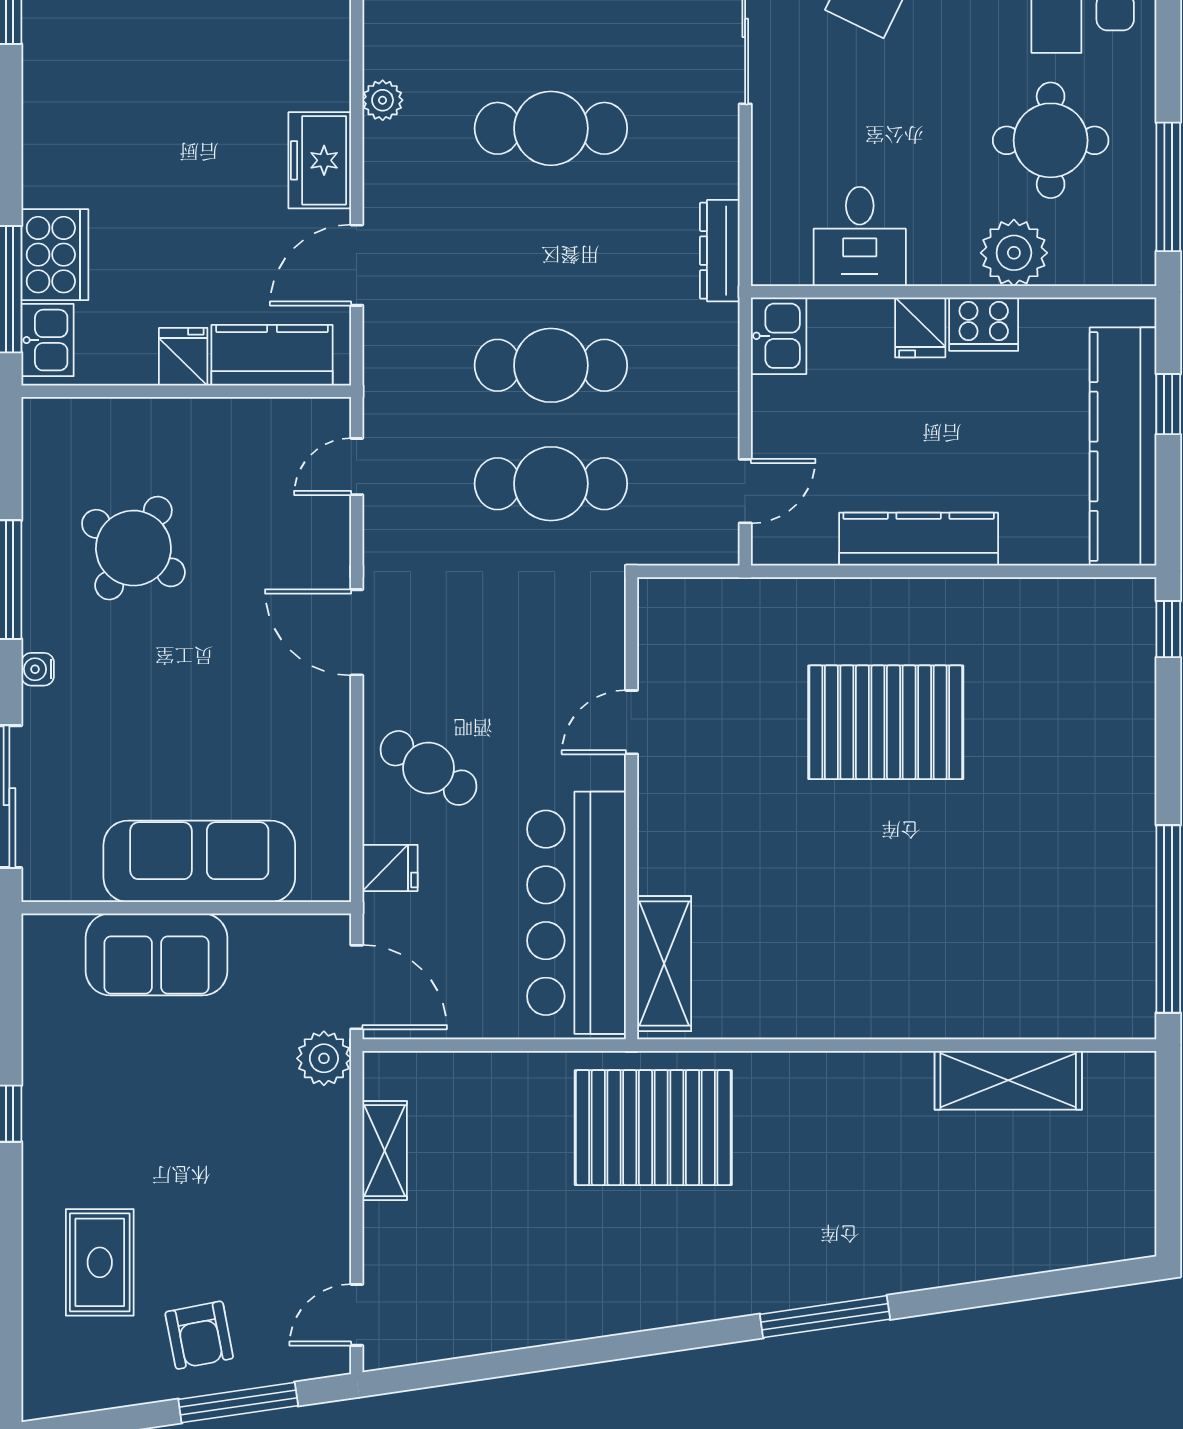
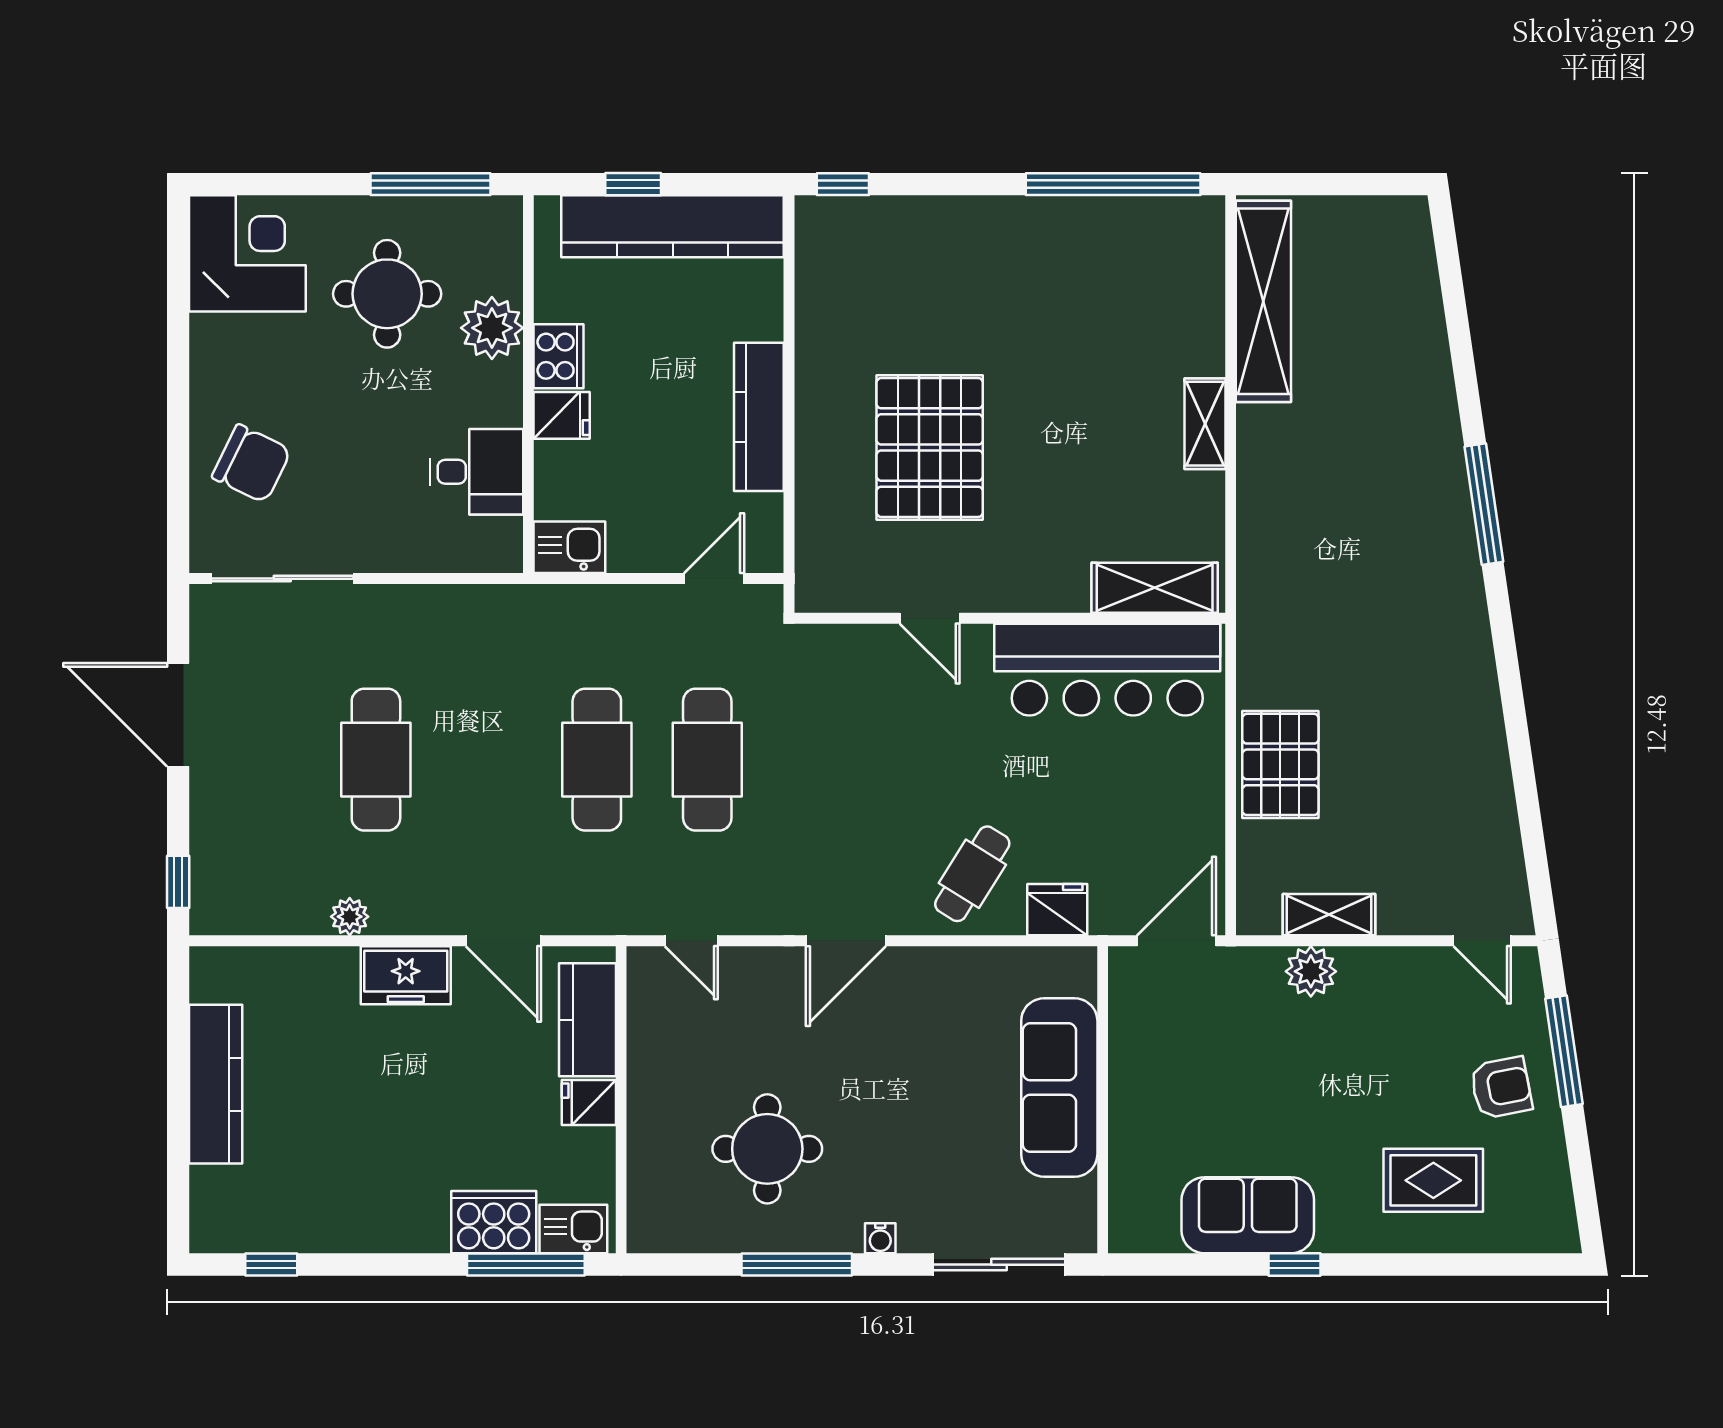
dresser: (720, 251) -> (490, 602), removed
door: (745, 491) -> (714, 579), hinge flipped
round table: (133, 548) -> (767, 1149), turned -33
door: (631, 722) -> (930, 618), moved
wall: (631, 808) -> (1010, 618), moved
fridge: (390, 868) -> (1057, 910), width x1.38
bar counter: (576, 913) -> (1107, 670), moved
sofa: (156, 954) -> (1248, 1215), moved, turned -90
shelving: (664, 964) -> (1155, 588), moved
shelving: (911, 1017) -> (1205, 424), added
plant: (324, 1058) -> (1311, 971), moved
shelving: (1008, 1080) -> (1263, 301), width x1.47
pallet: (653, 1128) -> (1280, 764), moved, width x0.73, depth x0.71

